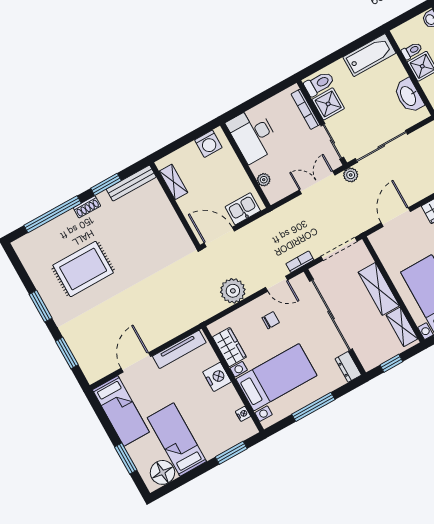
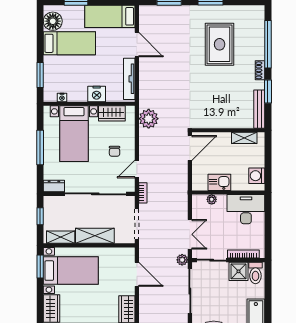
kitchen sink: (243, 209) -> (219, 182), moved, turned -90
plant: (233, 291) -> (149, 119), moved

